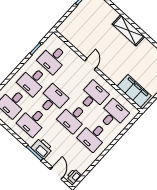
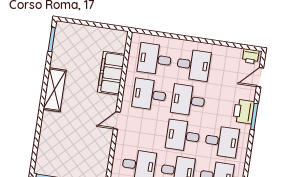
shelving: (129, 30) -> (55, 90), moved
filing cabinet: (134, 91) -> (111, 73), moved
desk: (73, 118) -> (188, 100), turned 180

